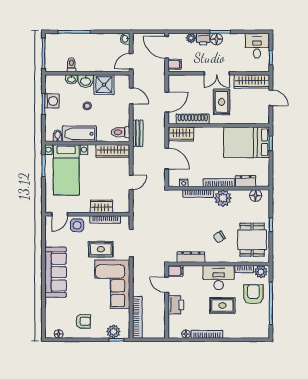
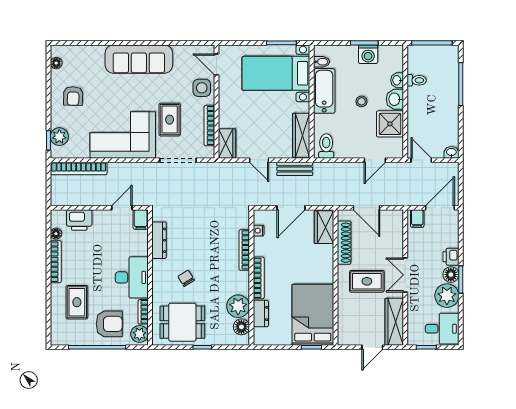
plant: (191, 38) -> (447, 296), moved, width x1.87, depth x1.87
bench: (138, 133) -> (295, 169), moved
plant: (223, 198) -> (238, 306), moved
wardrobe: (102, 206) -> (227, 143), moved
printer: (176, 305) -> (79, 220), moved
rug: (222, 305) -> (77, 302), moved

